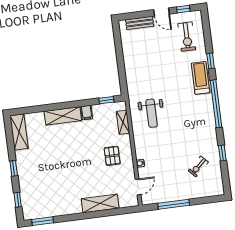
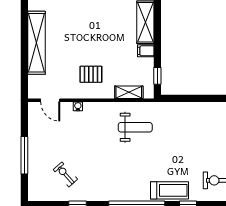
weight bench: (152, 113) -> (135, 127), turned 180
shelving: (100, 203) -> (37, 43), width x1.47
window: (174, 204) -> (24, 155), moved

